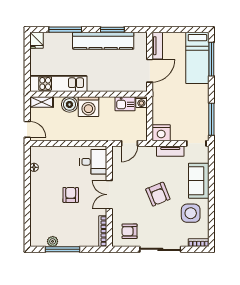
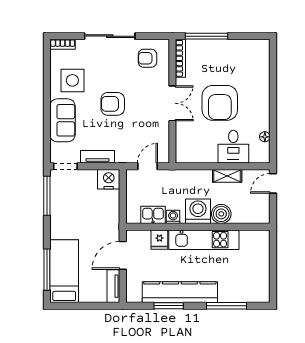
fridge: (36, 40) -> (159, 240), moved, turned 180
kitchen unit: (58, 84) -> (204, 240), moved
shelving: (42, 102) -> (227, 176), moved
washing machine: (141, 102) -> (173, 217), moved
door: (27, 129) -> (273, 183), hinge flipped
desk: (93, 162) -> (233, 147), moved, turned -90
armchair: (158, 194) -> (113, 104), turned -68
armchair: (71, 195) -> (220, 103), width x1.88, depth x1.88
armchair: (130, 231) -> (147, 58), turned 180
plant: (53, 241) -> (242, 46), removed
window: (63, 249) -> (206, 36), moved

